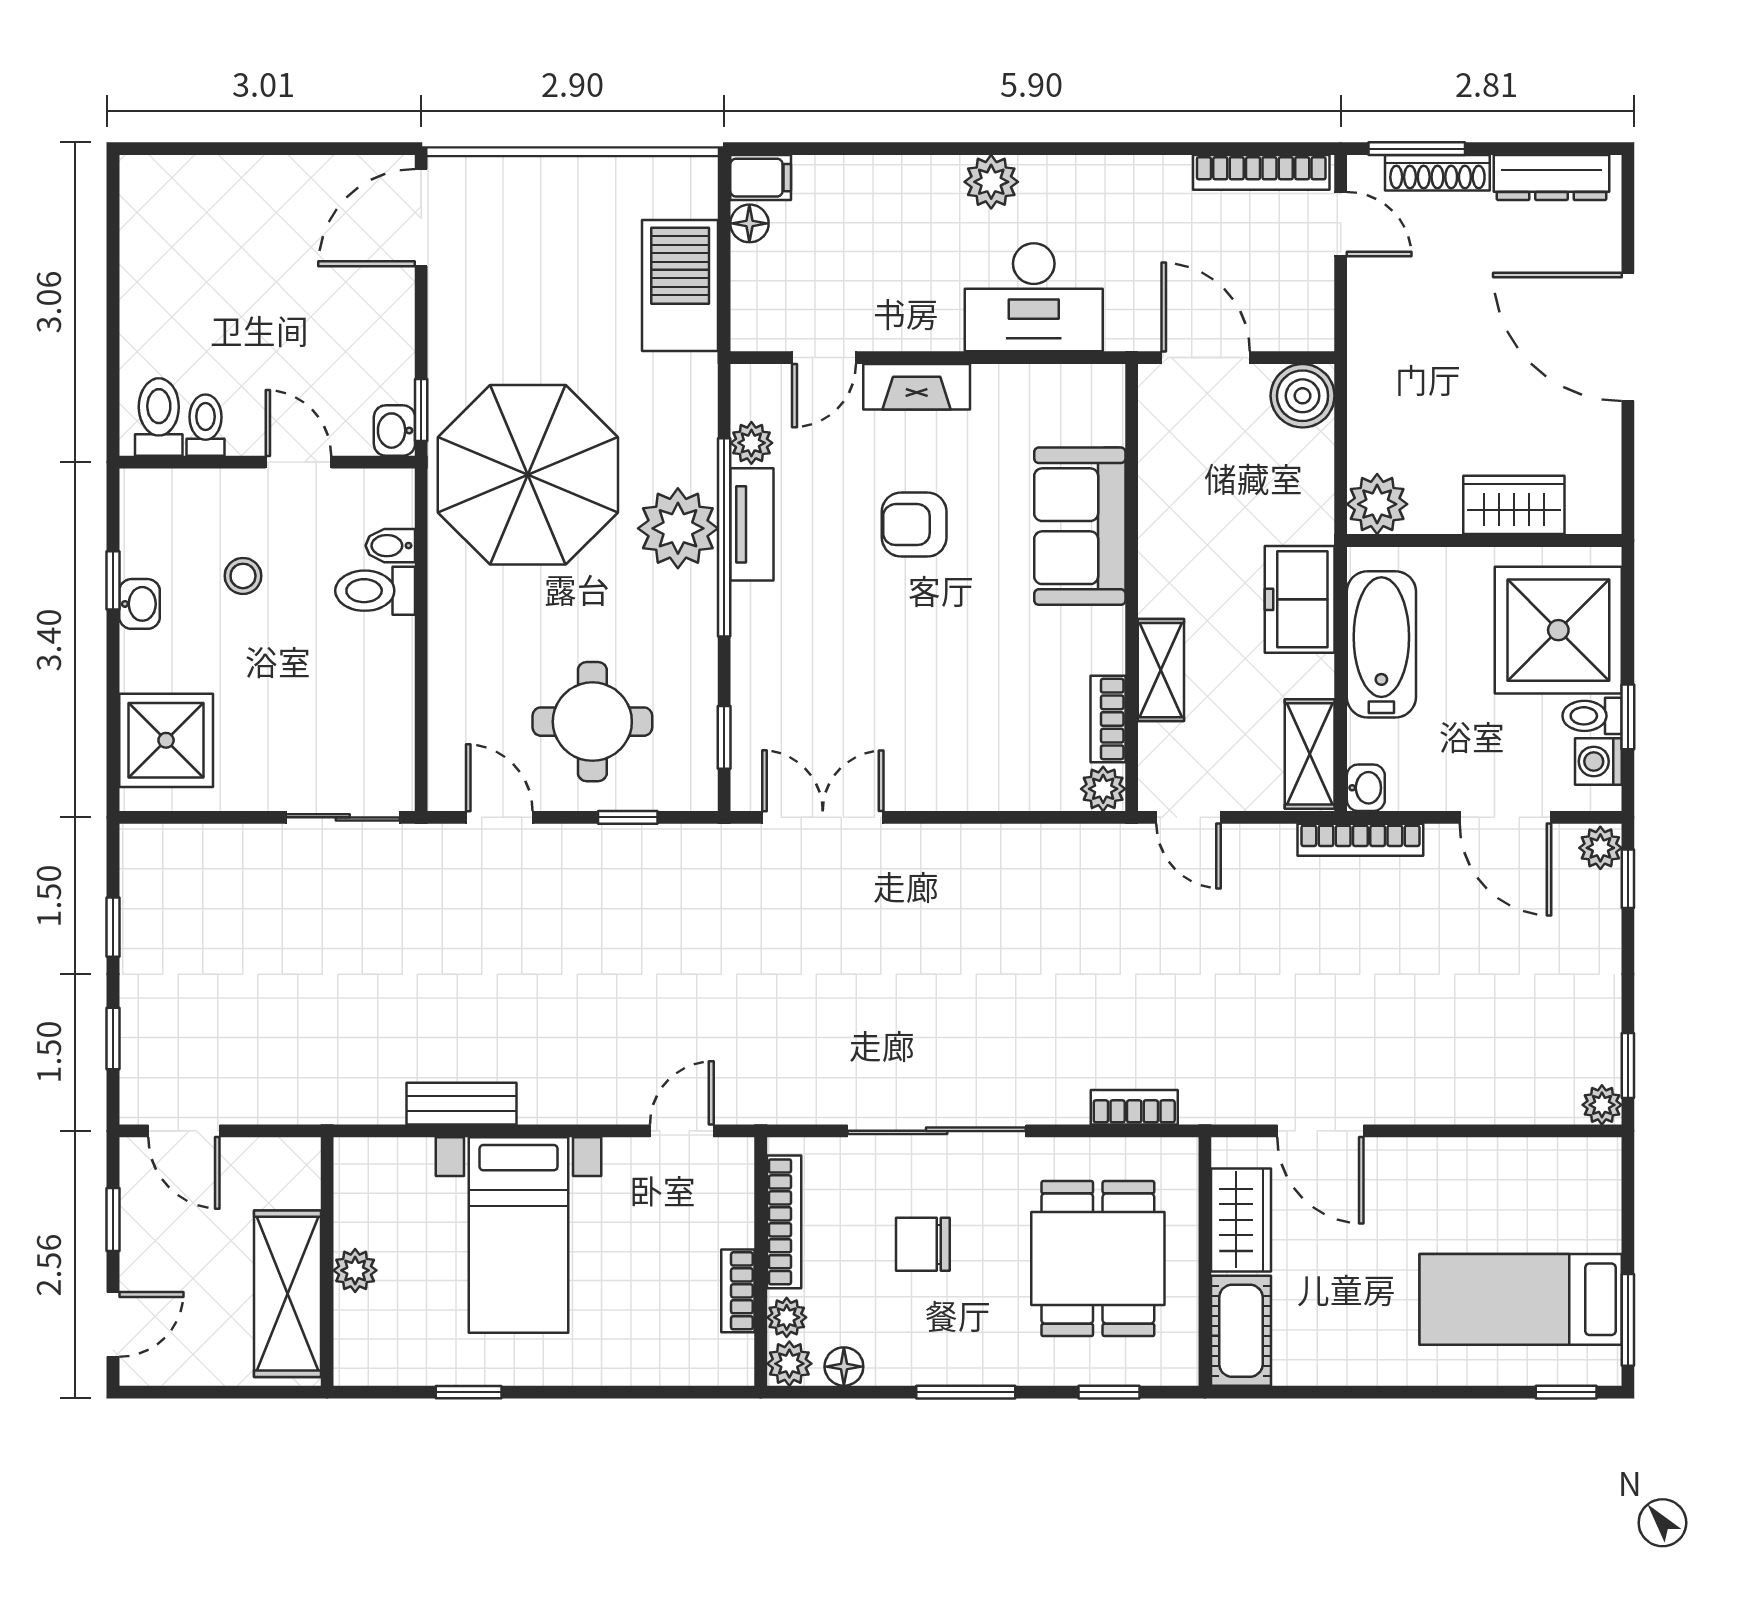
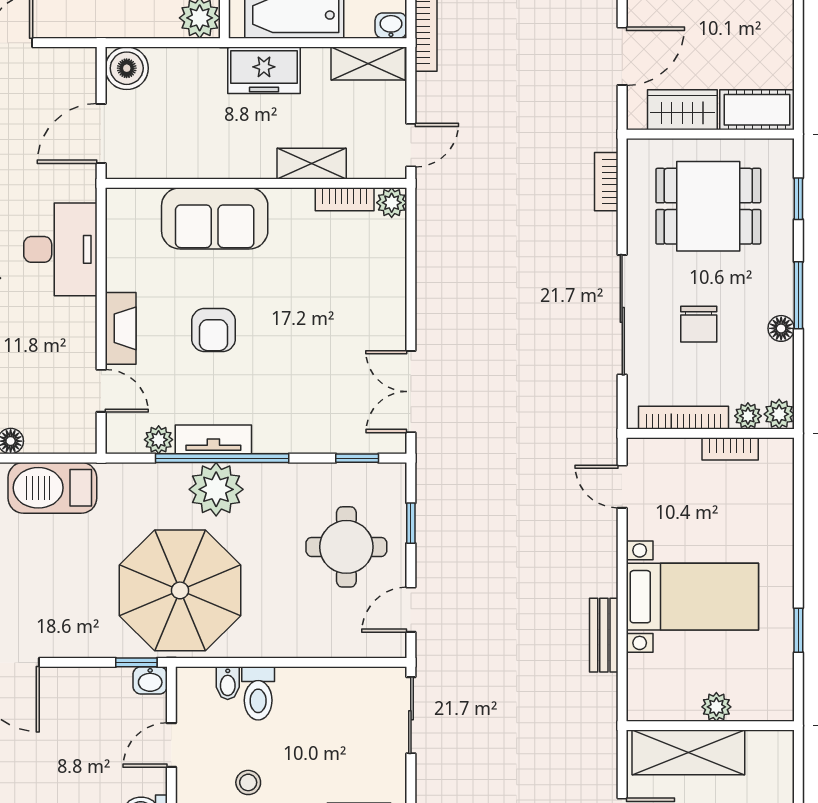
shelving: (288, 1294) -> (688, 752), moved
floor lamp: (844, 1367) -> (781, 328), moved

